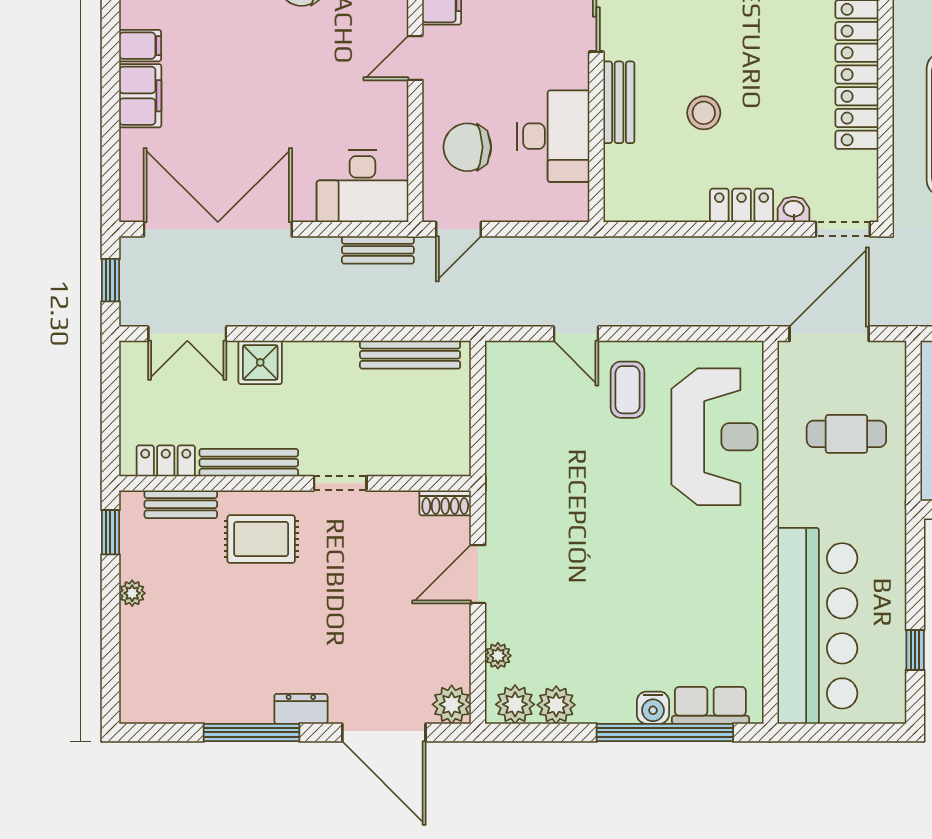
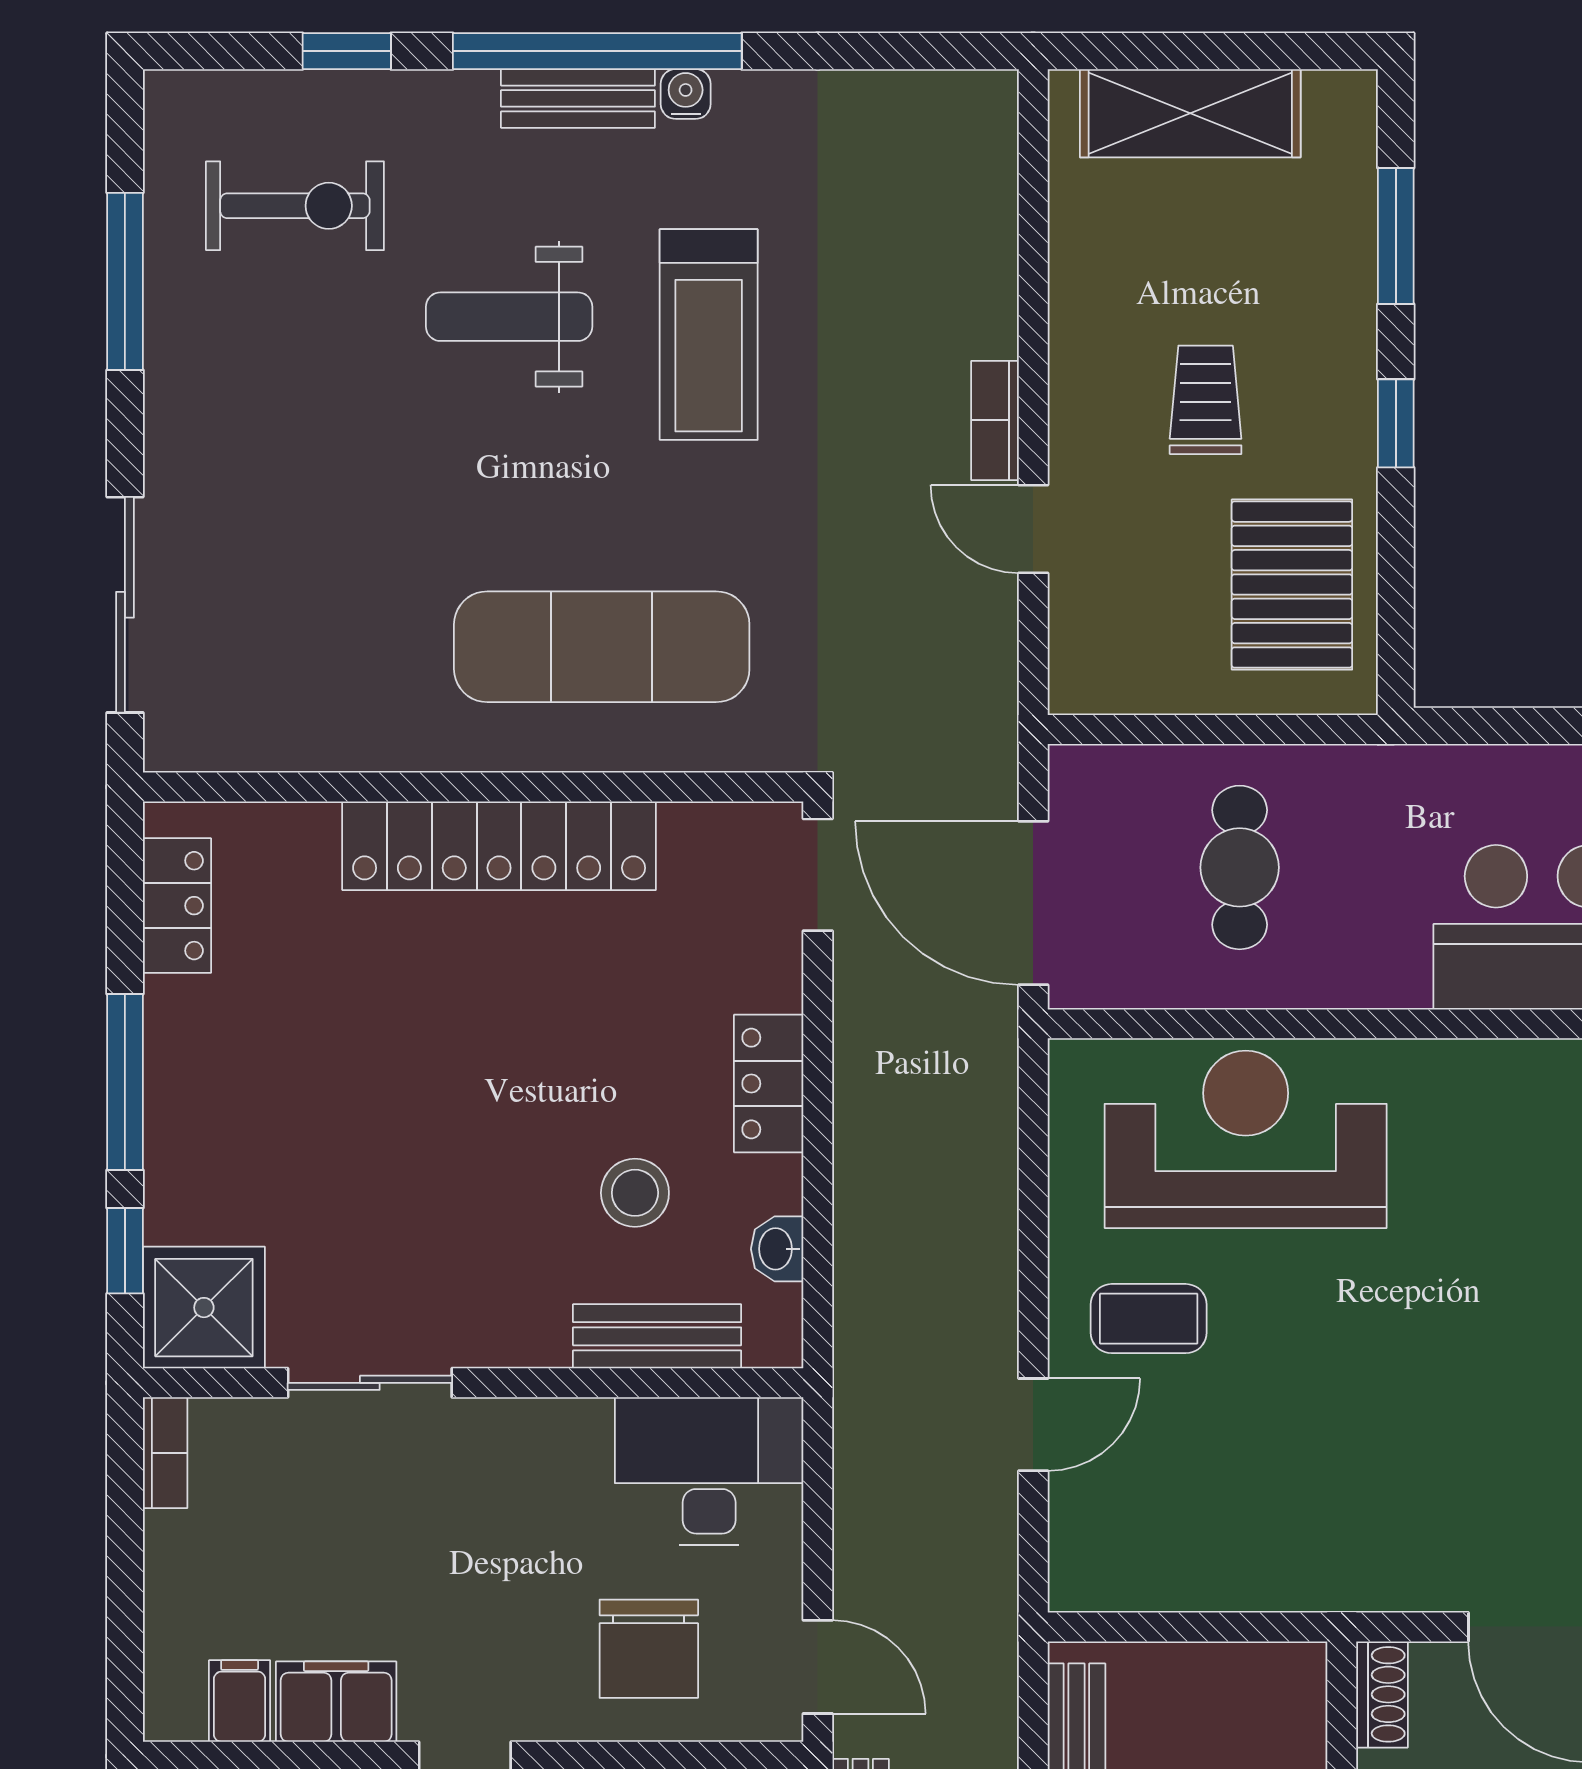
bench: (619, 102) -> (657, 1336), moved
stool: (704, 113) -> (635, 1193), moved
desk: (553, 136) -> (709, 1471), moved
washbasin: (794, 209) -> (777, 1249), moved

